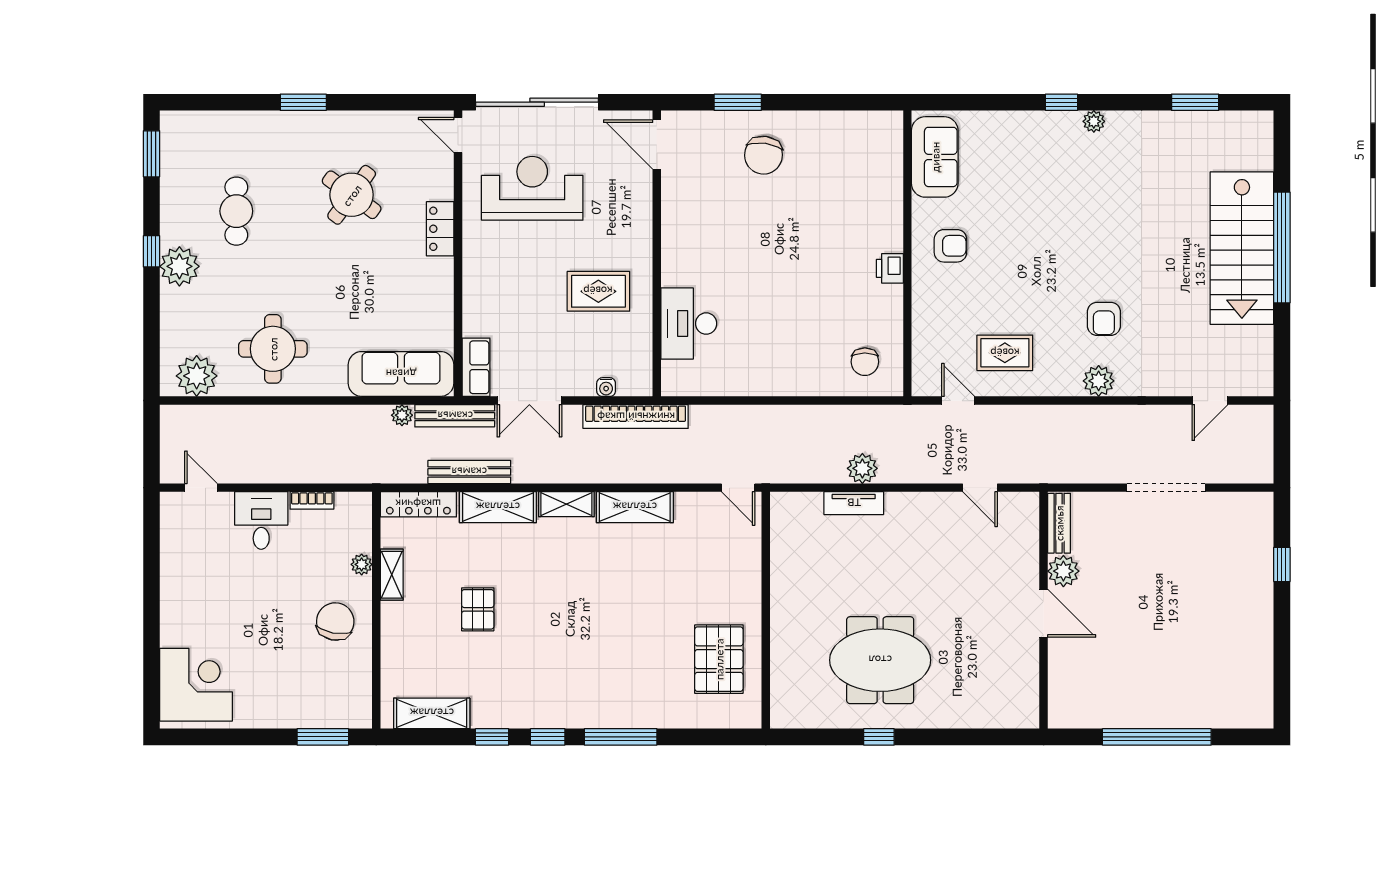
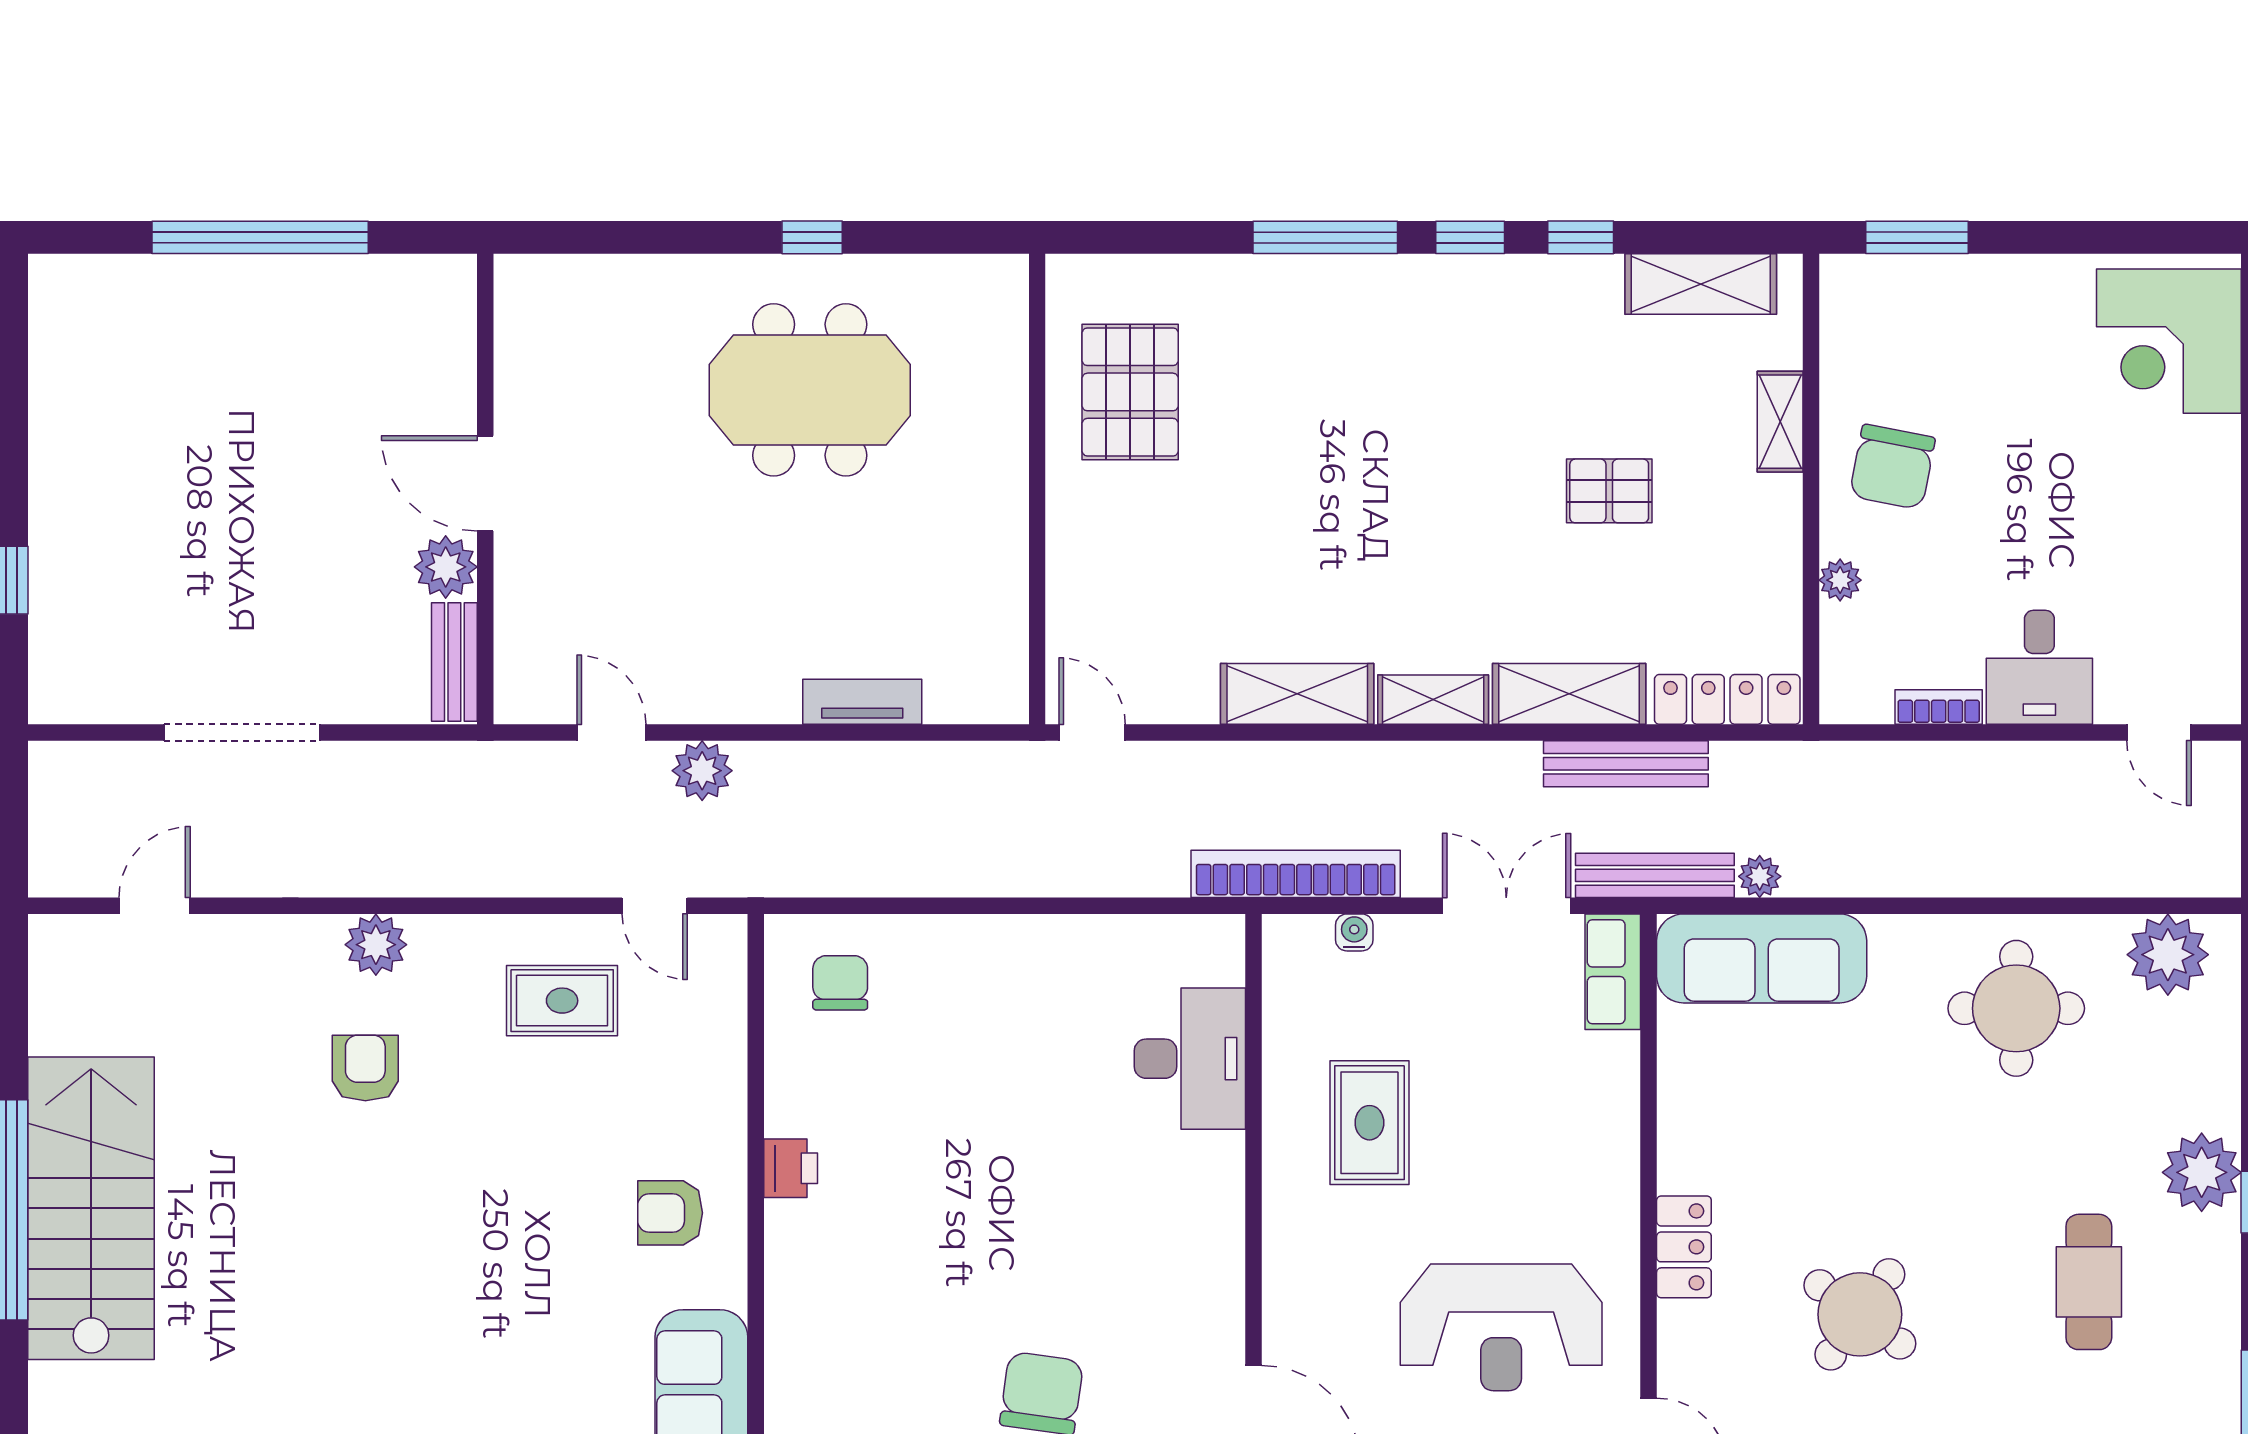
rug: (598, 291) -> (1369, 1123), turned 90
plant: (862, 468) -> (702, 771), moved
shelving: (392, 575) -> (1780, 422), moved
pallet: (478, 609) -> (1609, 491), turned 90

